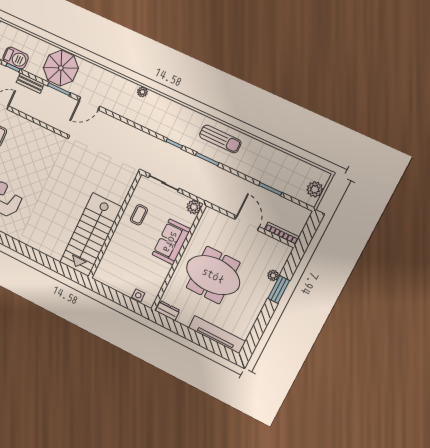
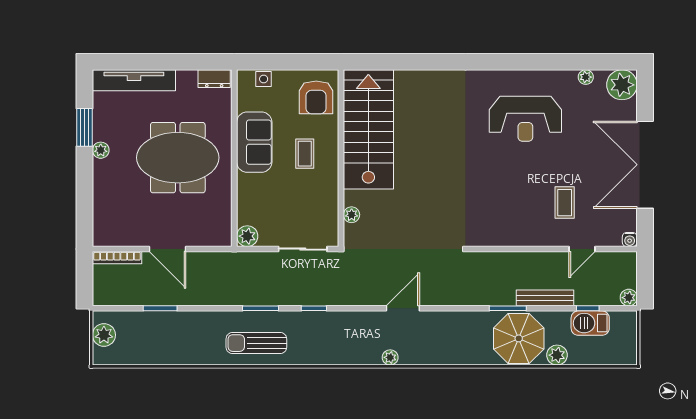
plant: (43, 48) -> (557, 355), added
bench: (30, 83) -> (545, 298), width x1.36
door: (89, 103) -> (403, 308), moved
plant: (125, 189) -> (352, 215), added
coffee table: (139, 215) -> (305, 154), moved
sofa: (171, 242) -> (254, 142), moved
armchair: (112, 269) -> (316, 97), added
plant: (273, 275) -> (101, 150), moved
window: (279, 289) -> (85, 127), moved

